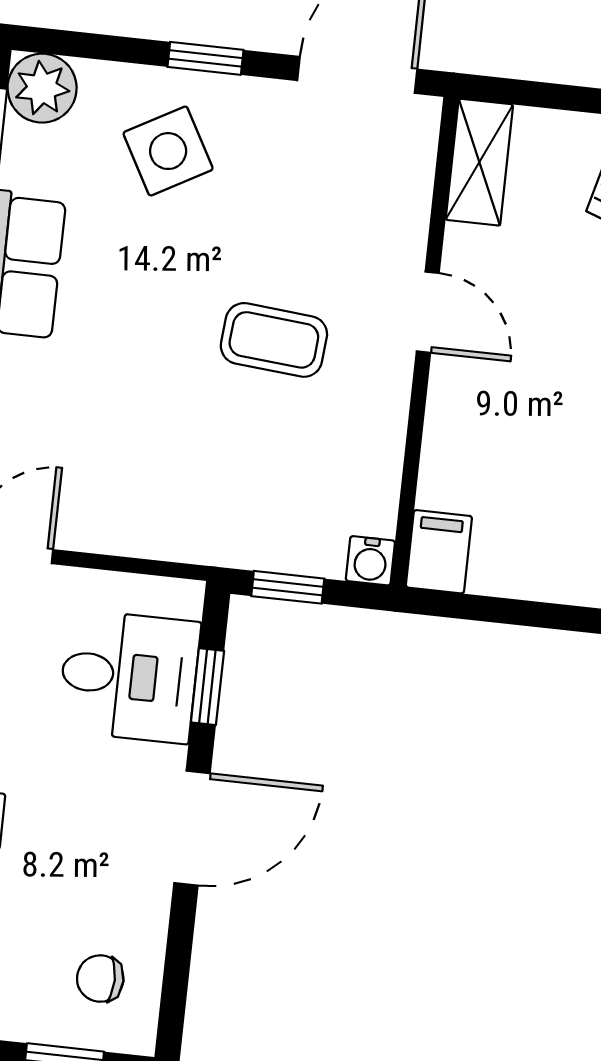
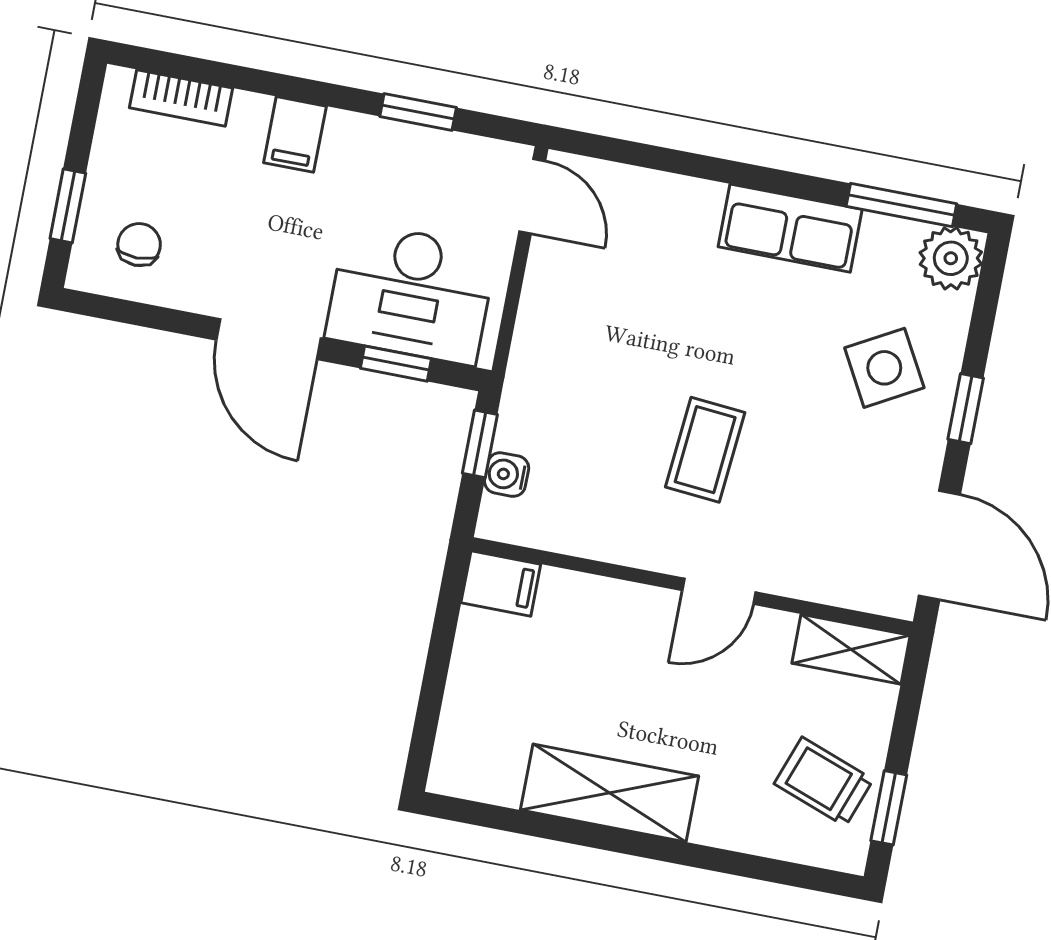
water cooler: (370, 561) -> (507, 475), moved
desk: (129, 676) -> (411, 293), width x1.37

